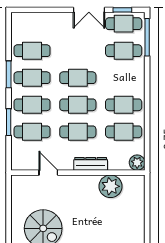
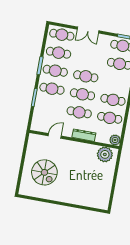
double door: (89, 10) -> (88, 30), moved
cafe table: (32, 132) -> (62, 35), moved
door: (48, 173) -> (55, 136), hinge flipped
plant: (110, 186) -> (105, 154), moved

